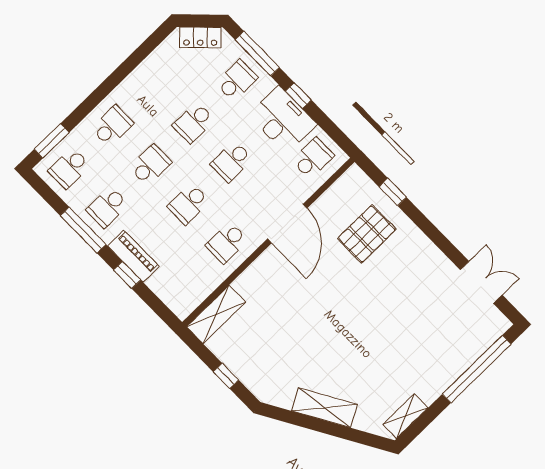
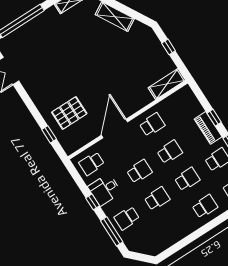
locker: (200, 37) -> (143, 248), removed
desk: (283, 120) -> (105, 190), width x0.73
school desk: (112, 126) -> (205, 206), turned 180
school desk: (150, 165) -> (187, 179), turned 180

